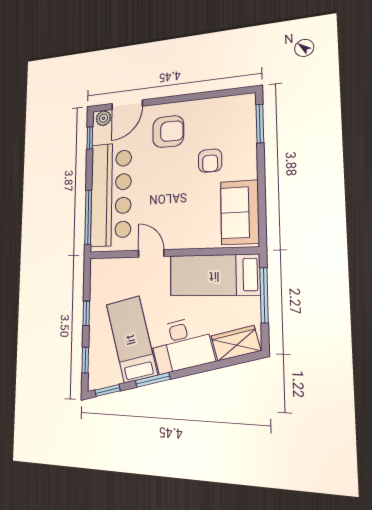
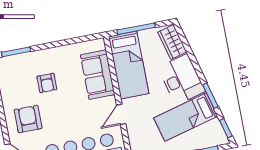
armchair: (210, 161) -> (47, 83), turned 90
sofa: (240, 212) -> (98, 75), moved, turned 90

